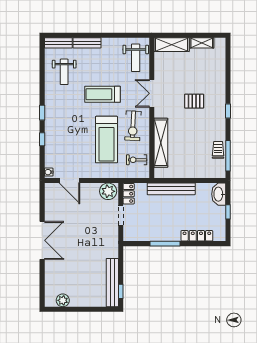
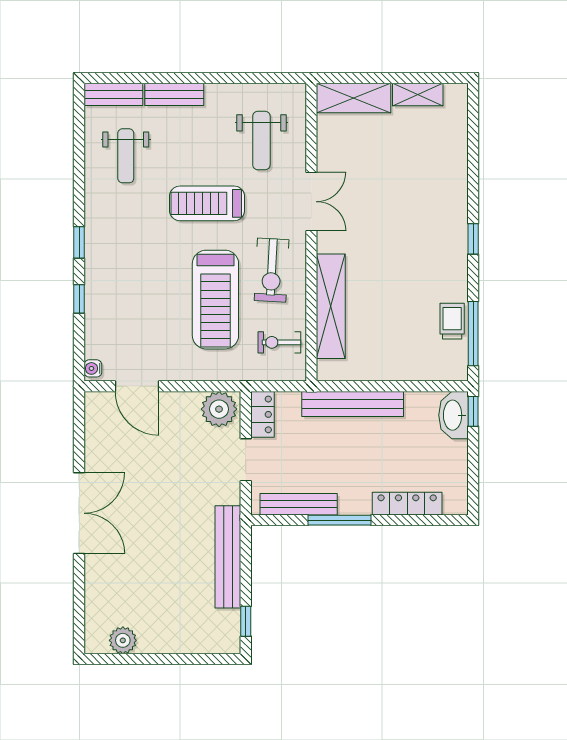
weight bench: (136, 58) -> (261, 140), moved
double door: (152, 93) -> (311, 202), swing flipped
pallet: (194, 101) -> (401, 218), removed
window: (228, 212) -> (473, 411), moved
bench: (146, 236) -> (299, 504), added
bench: (112, 283) -> (228, 557), moved

